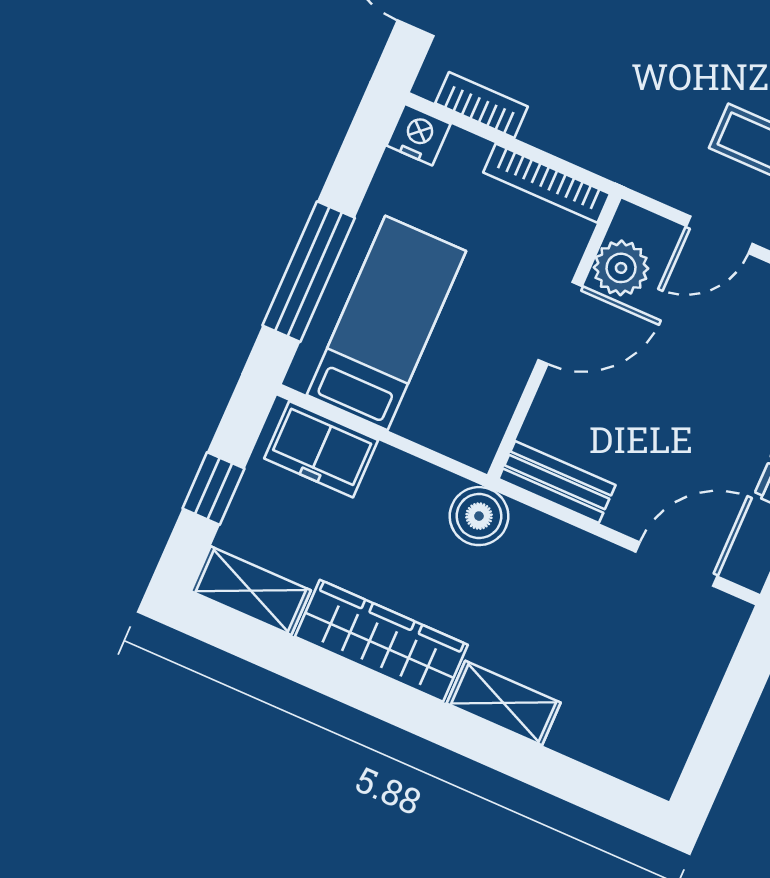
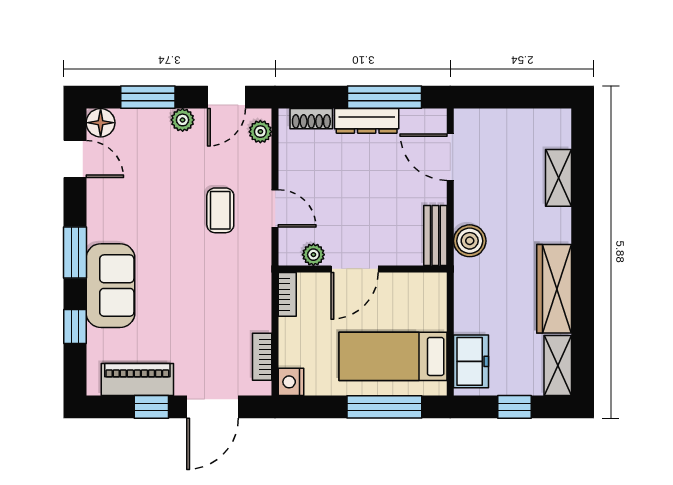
bookcase: (547, 183) -> (287, 294), width x0.64
plant: (621, 268) -> (313, 255), width x0.73, depth x0.73
door: (560, 323) -> (355, 269), swing flipped
boiler: (479, 516) -> (470, 241), moved
shelving: (504, 703) -> (558, 178), moved

